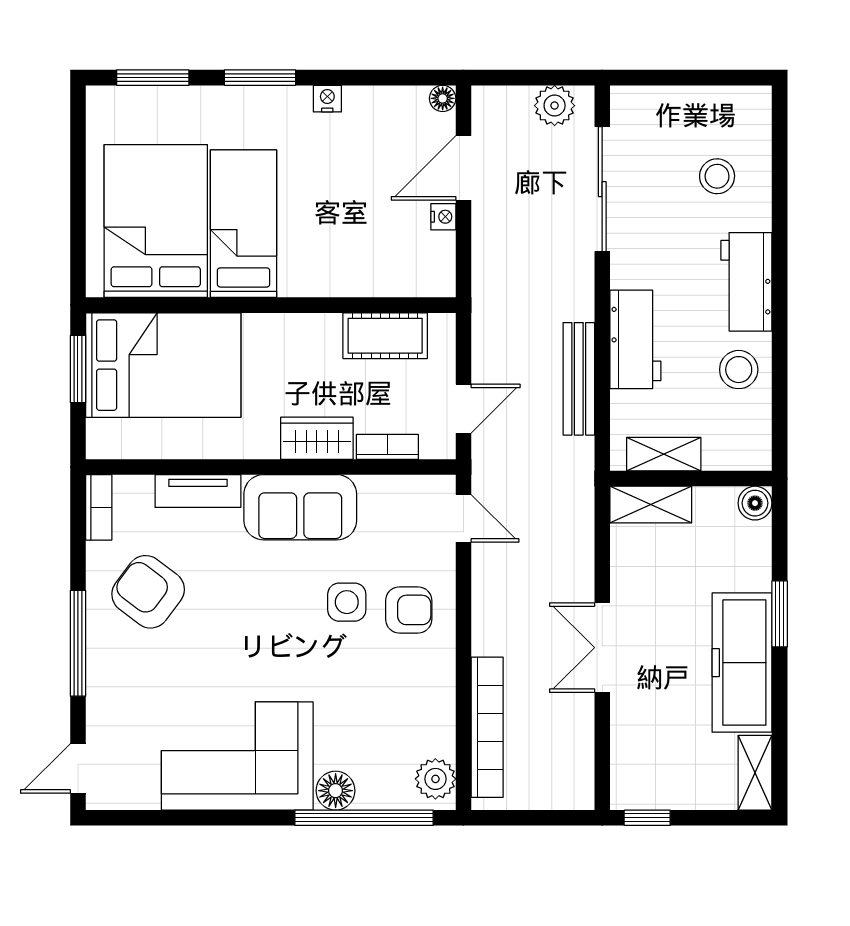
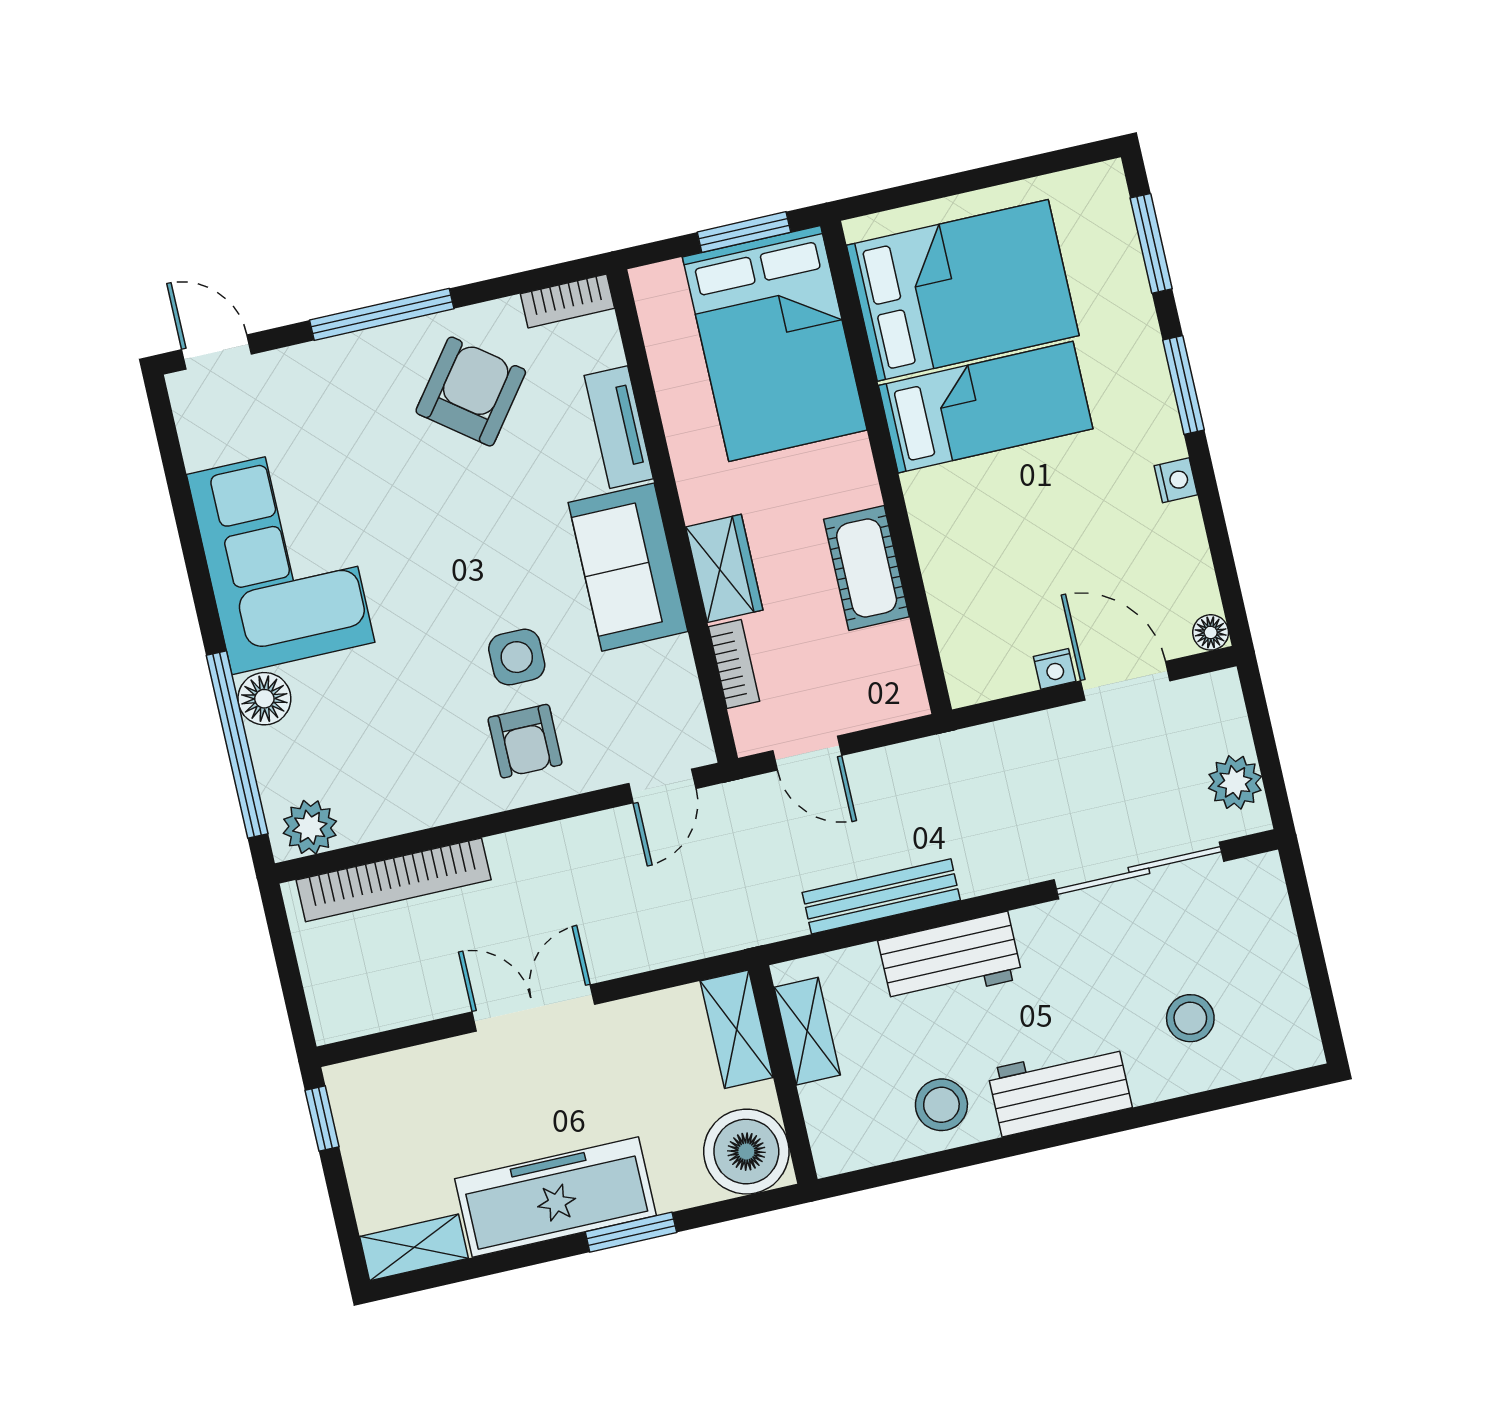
cot: (385, 336) -> (867, 568), moved
boiler: (755, 503) -> (746, 1152), width x1.86, depth x1.86

